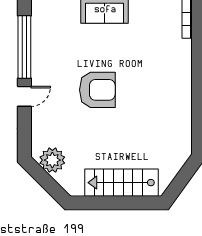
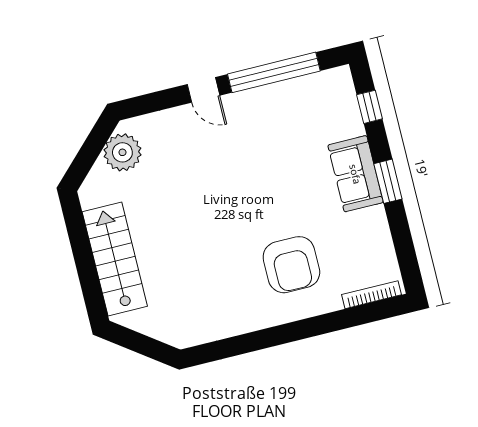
armchair: (97, 90) -> (291, 265), moved

